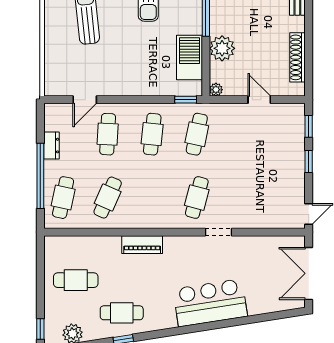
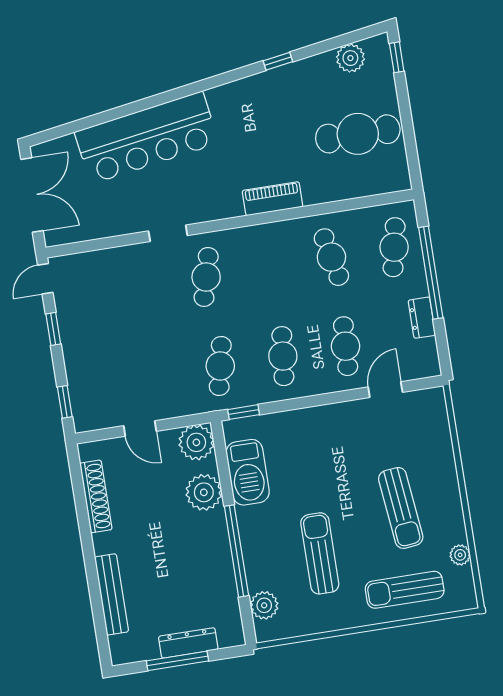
plant: (216, 90) -> (196, 442), width x1.88, depth x1.88
window: (309, 162) -> (53, 329), moved
cafe table: (108, 198) -> (331, 257), turned -36
cafe table: (76, 280) -> (358, 134), width x1.37, depth x1.35
bar counter: (210, 303) -> (147, 138), width x1.36
cafe table: (122, 313) -> (286, 98), removed

